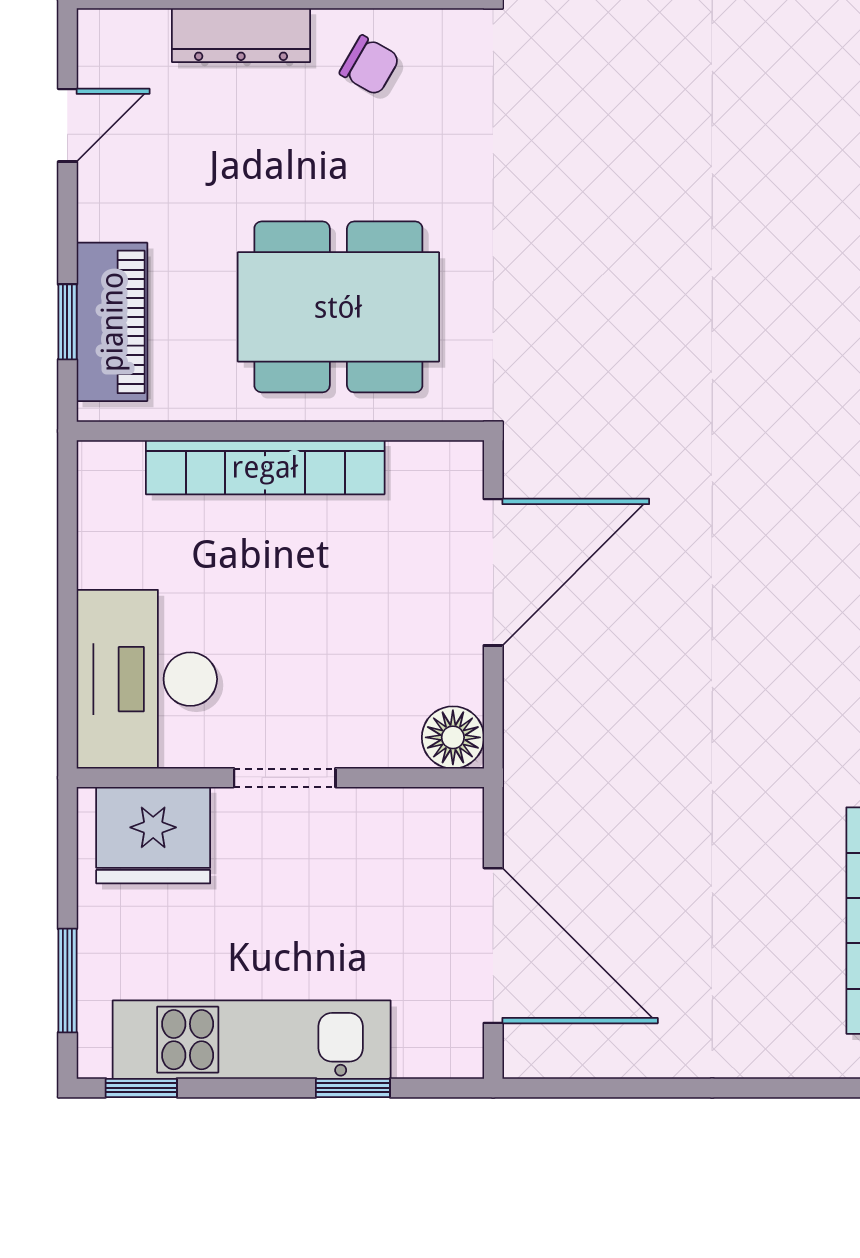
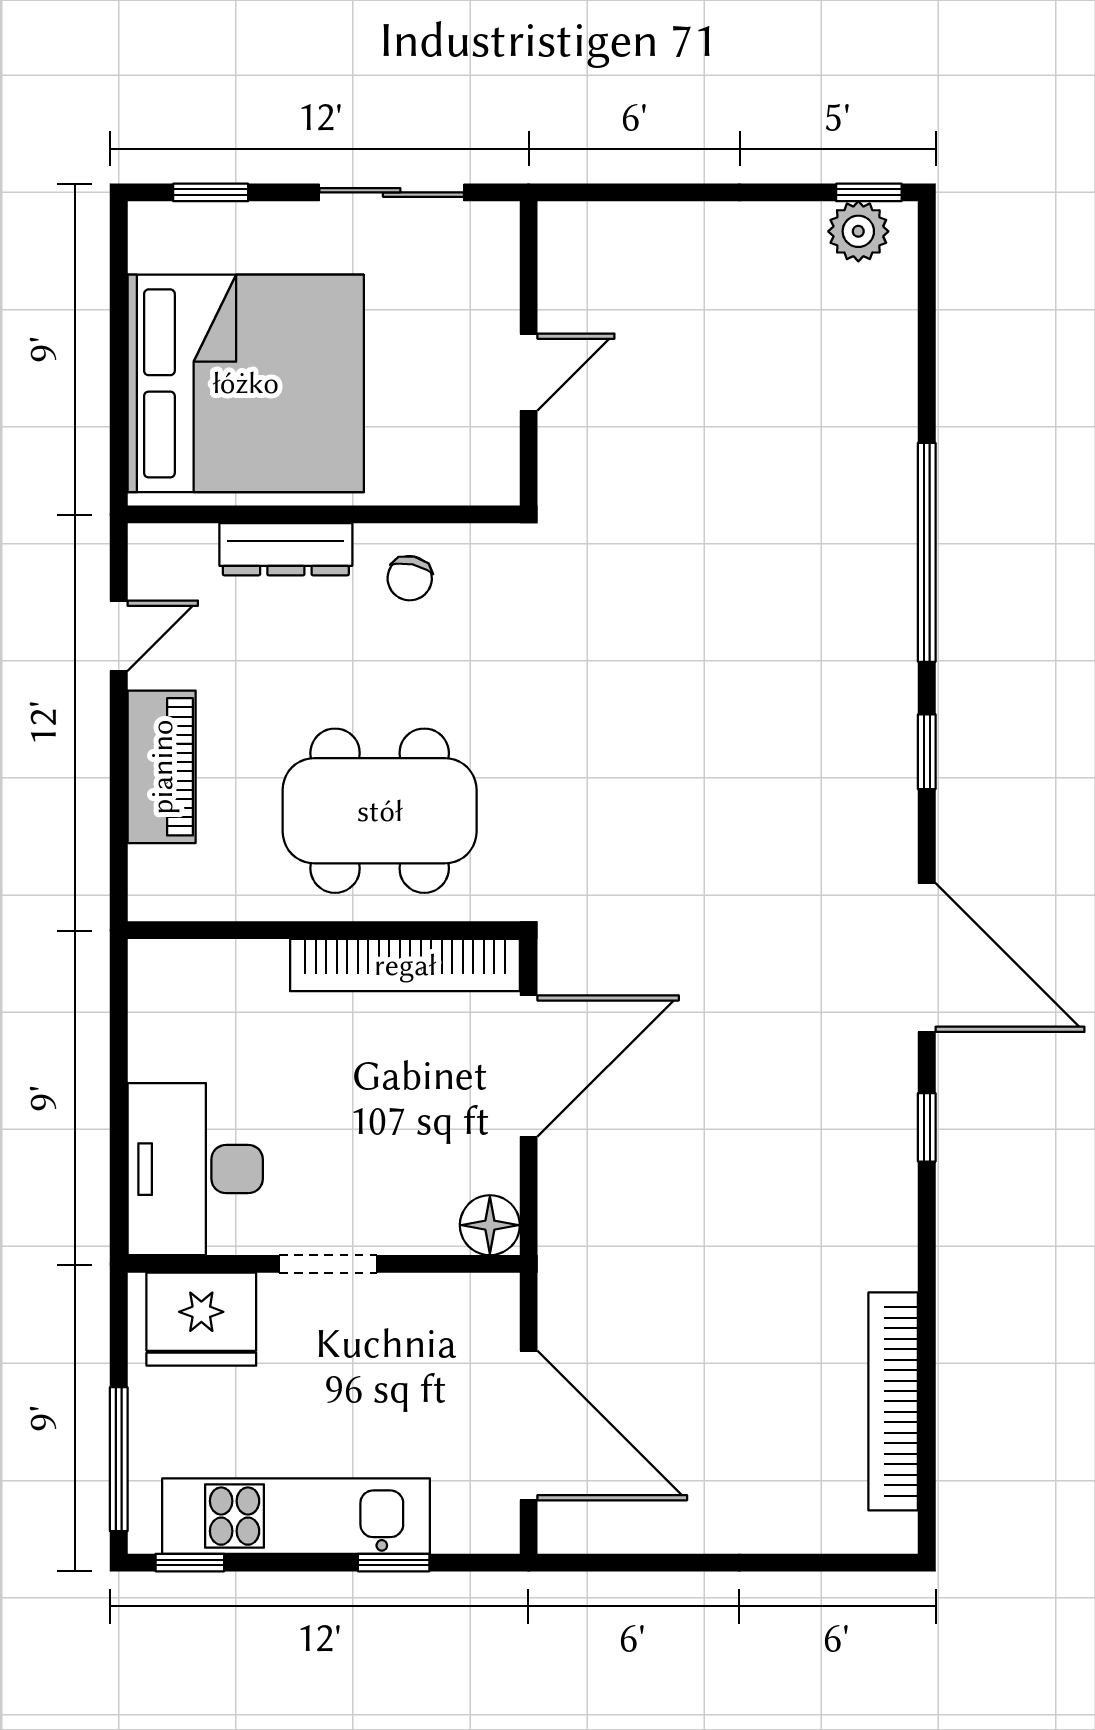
chair: (370, 65) -> (410, 578), turned 72
window: (67, 322) -> (119, 825), removed
piano: (112, 322) -> (162, 767), moved
bookcase: (265, 467) -> (405, 965), moved
window: (67, 981) -> (119, 1459), width x1.44

